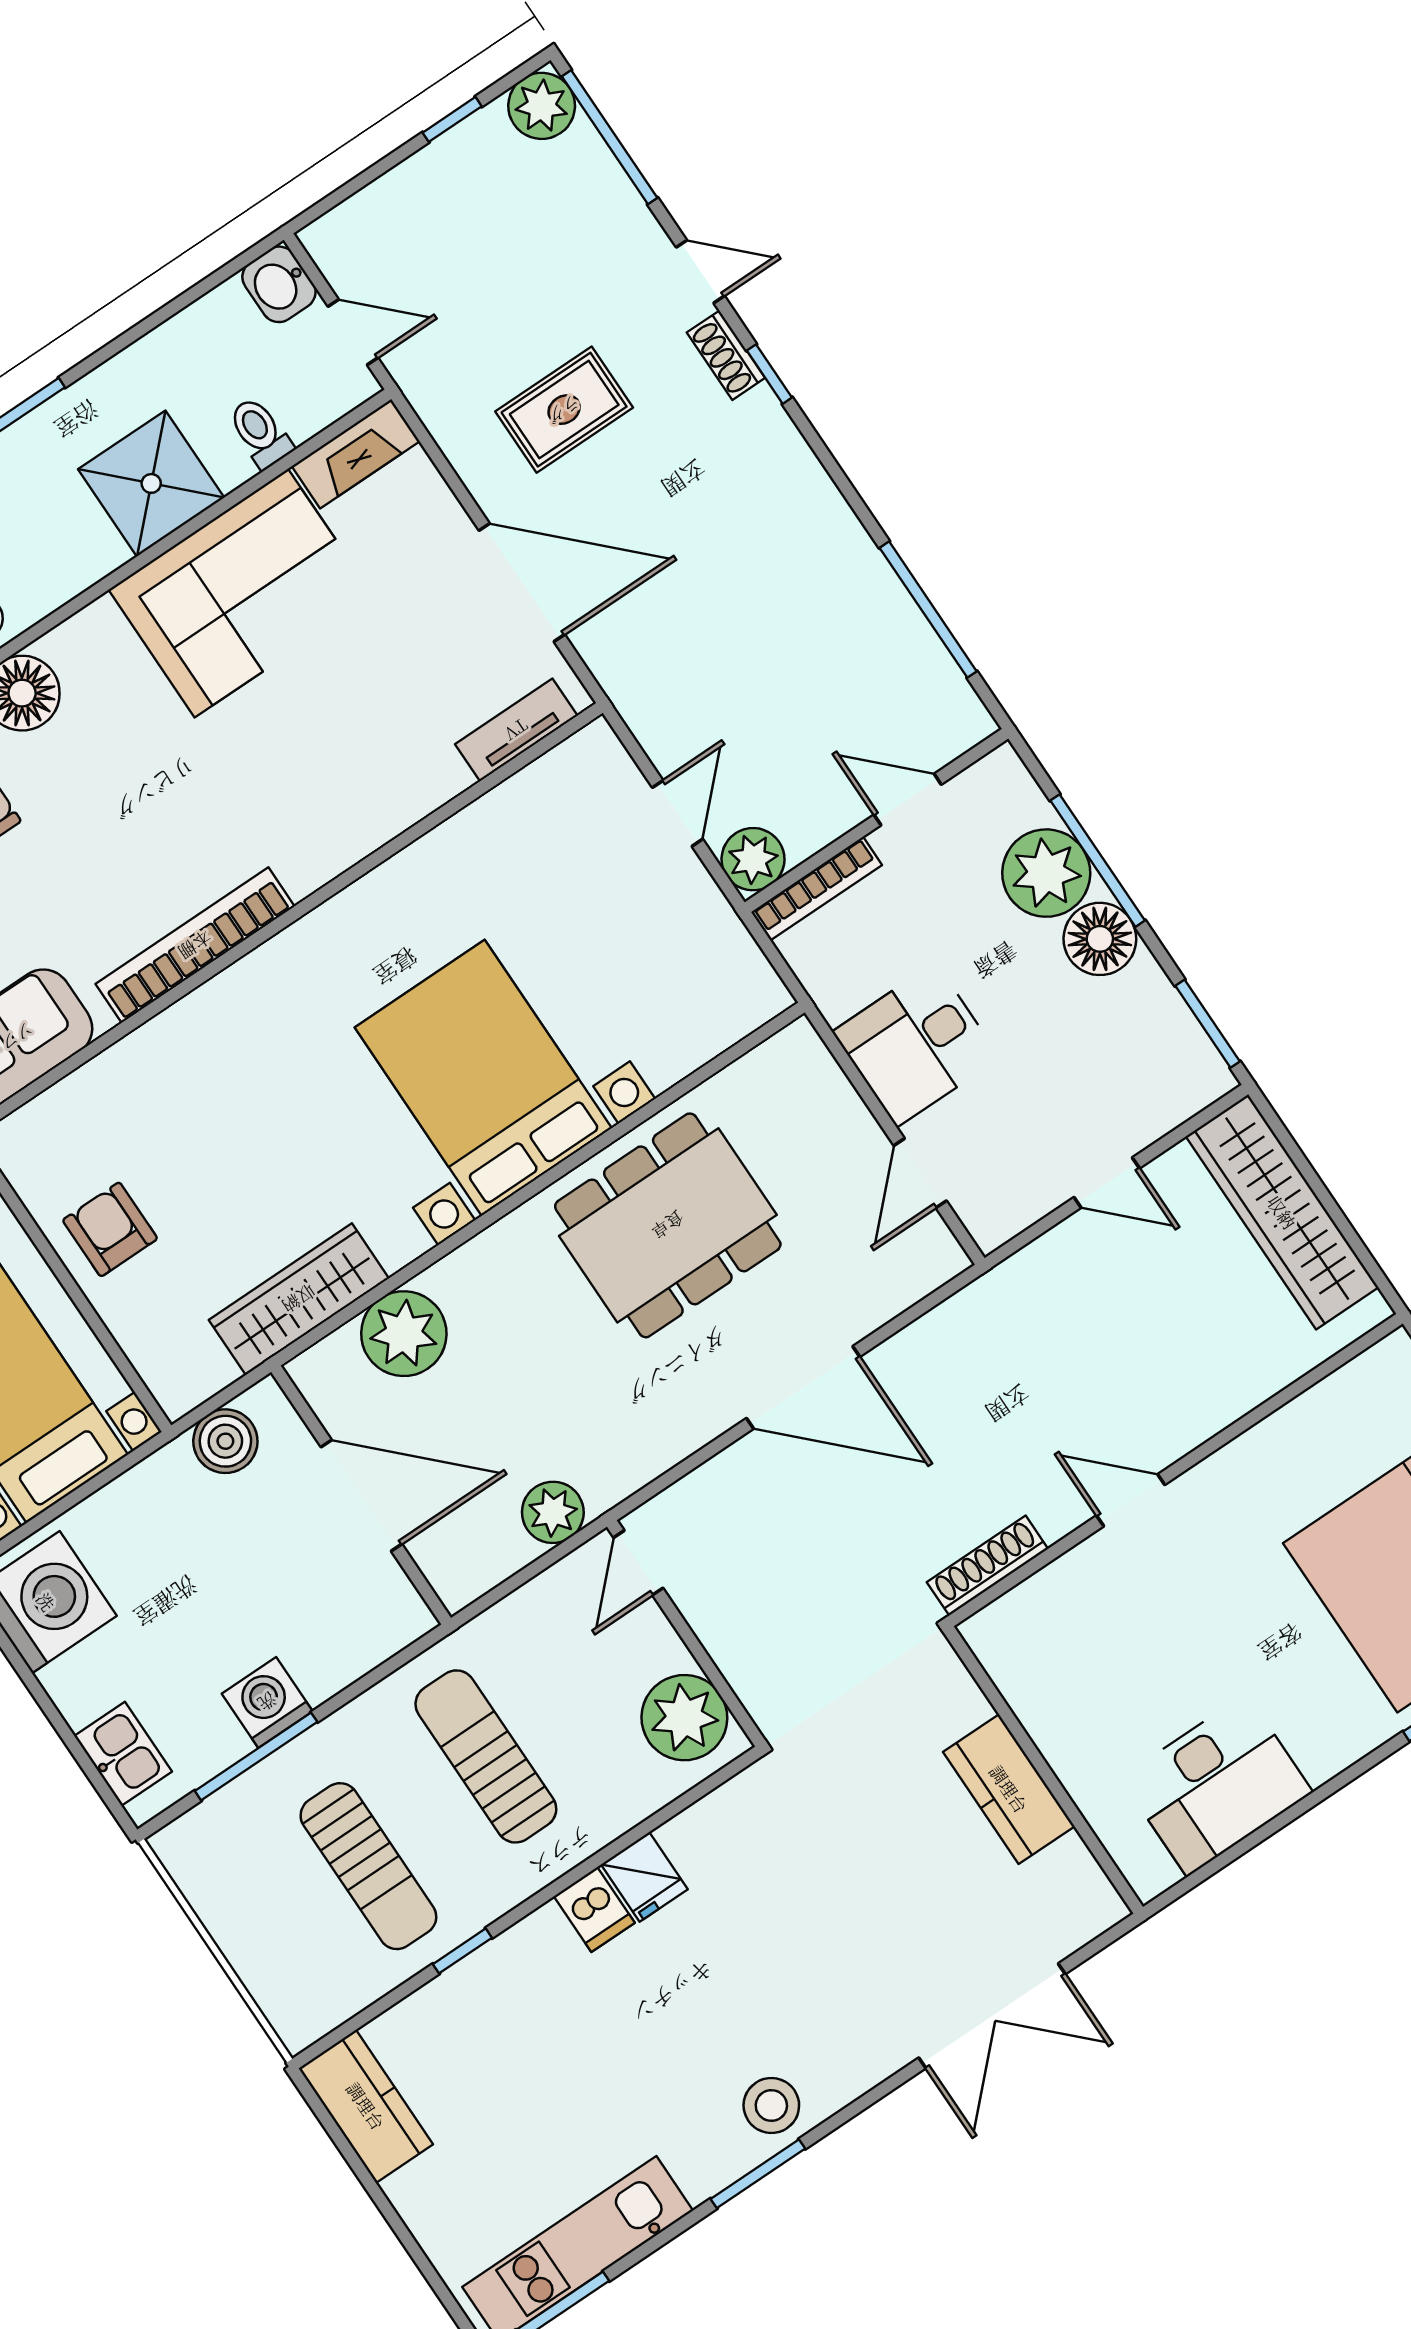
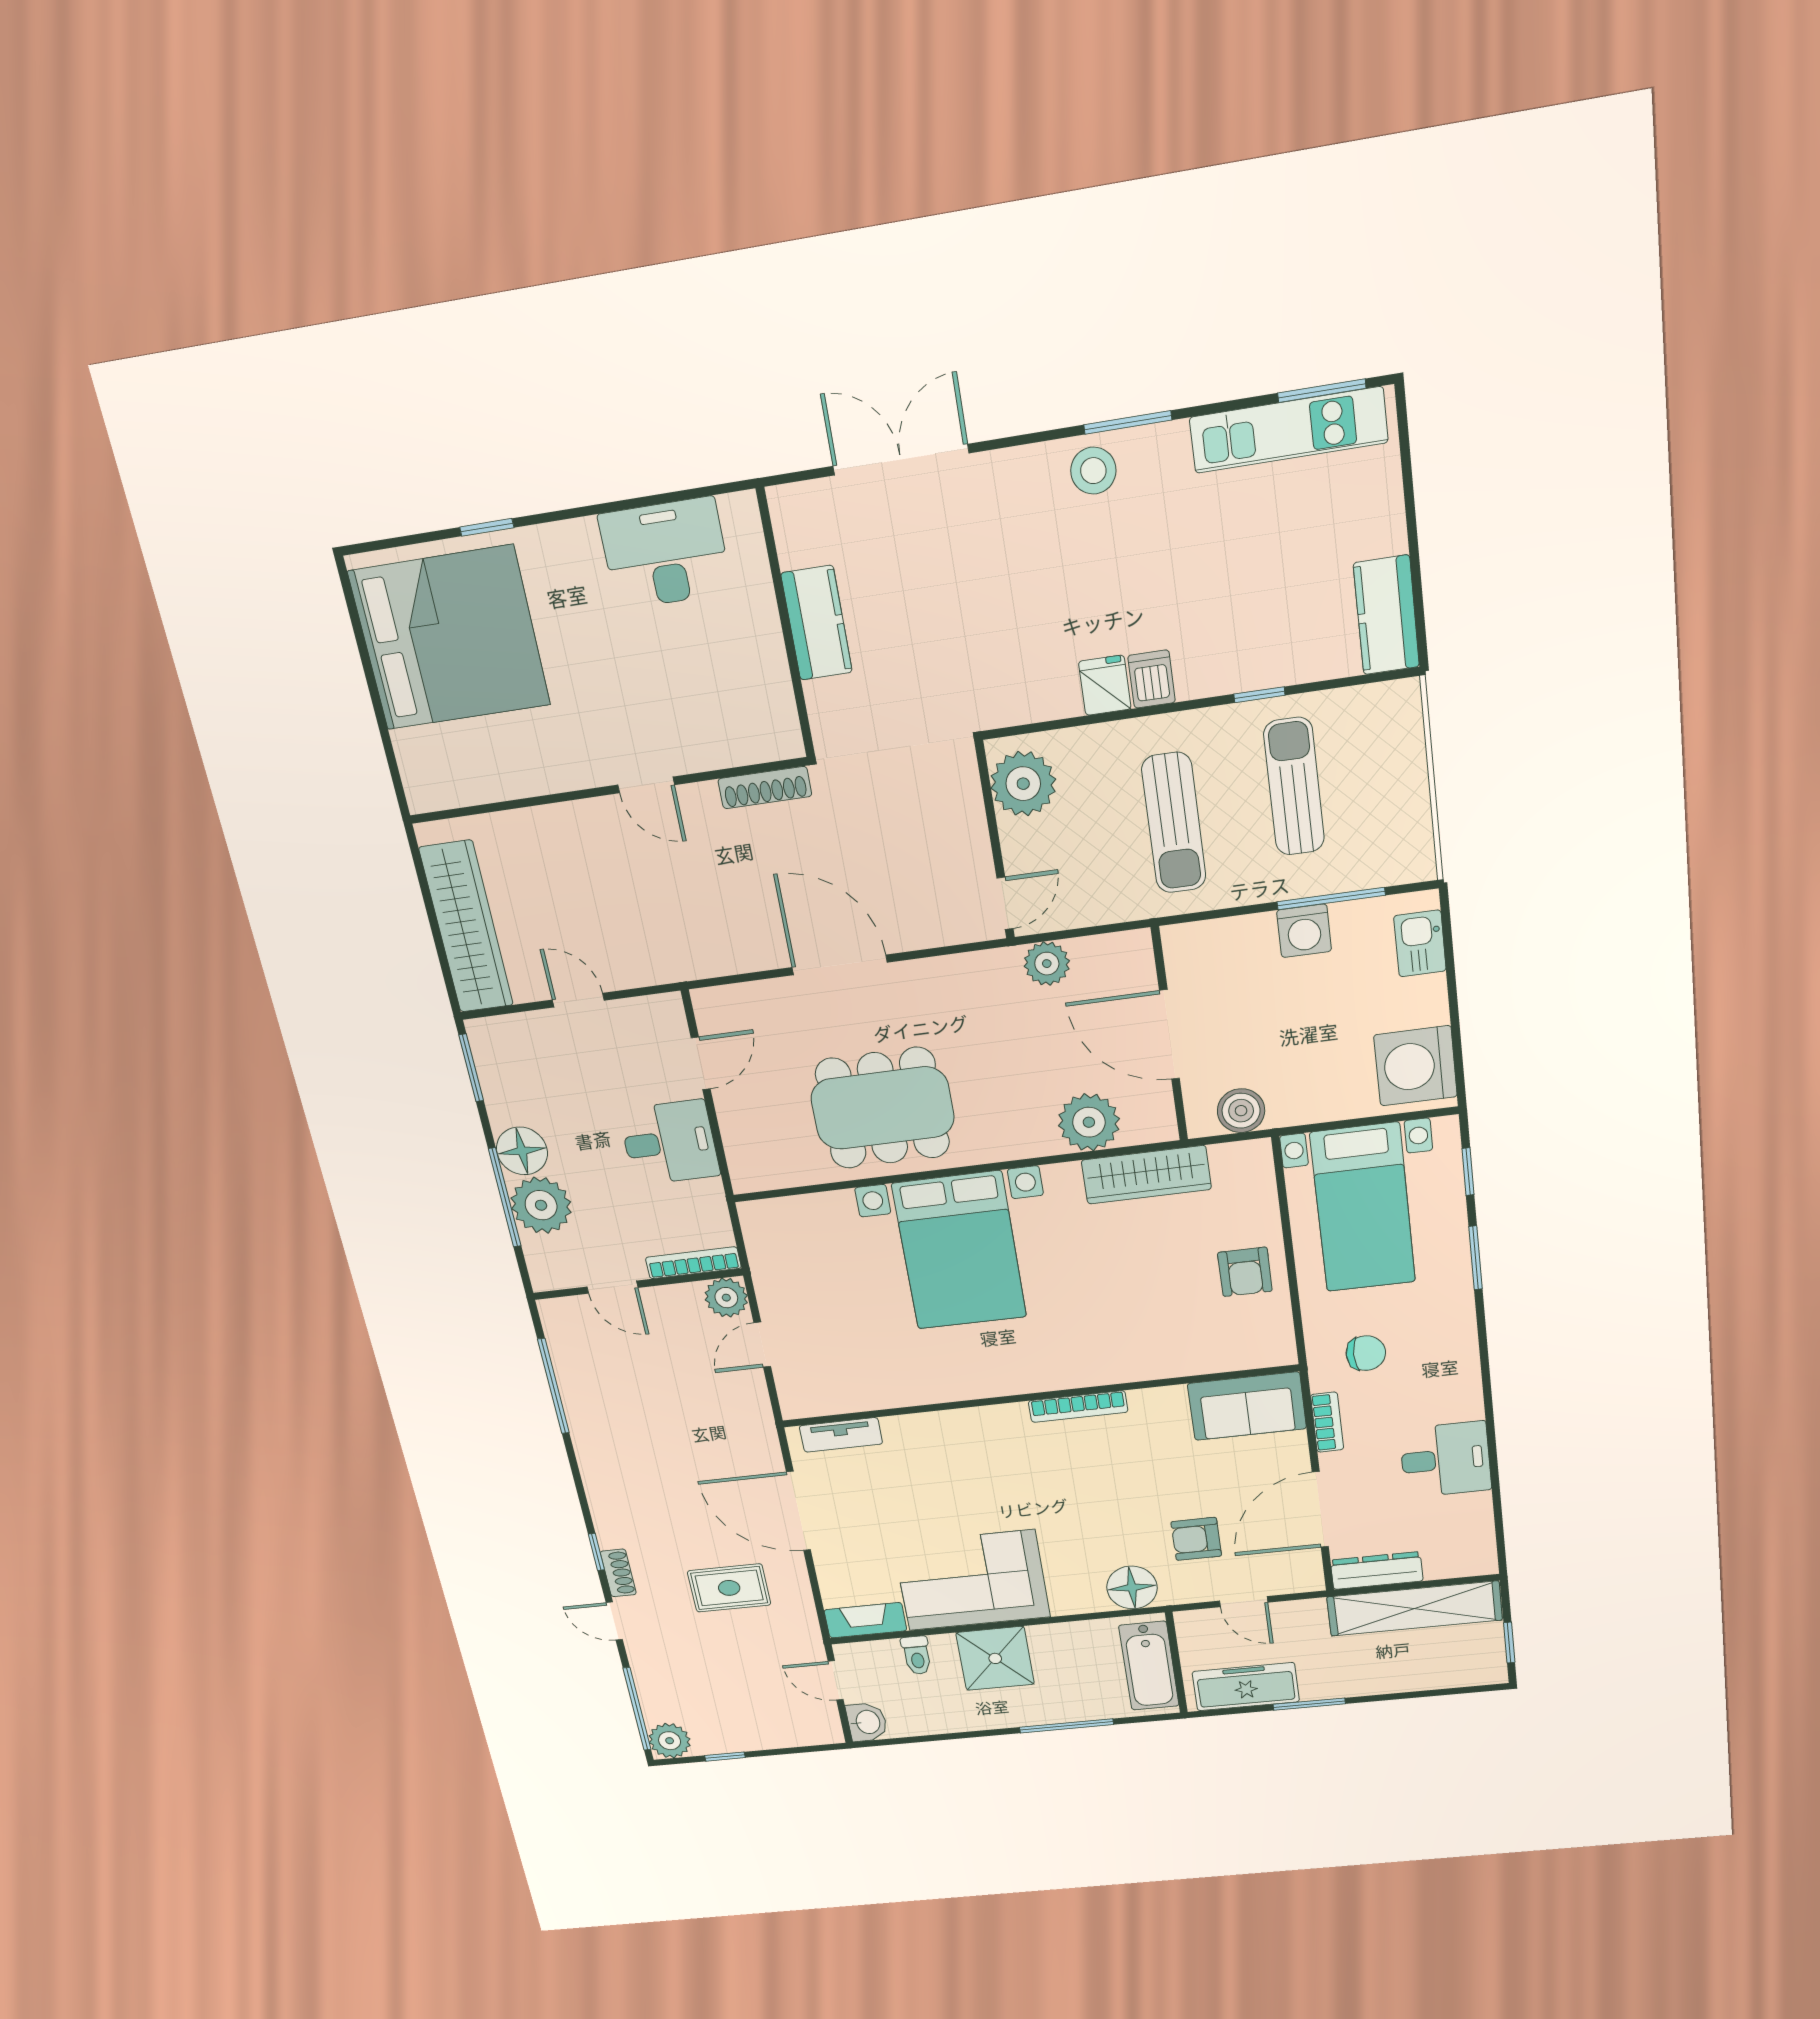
bookcase: (195, 945) -> (1078, 1407), width x0.68, depth x0.76

